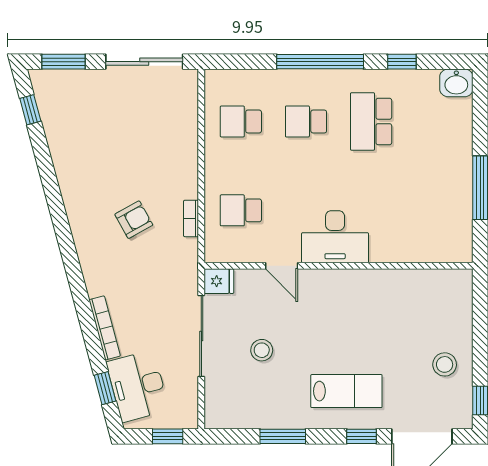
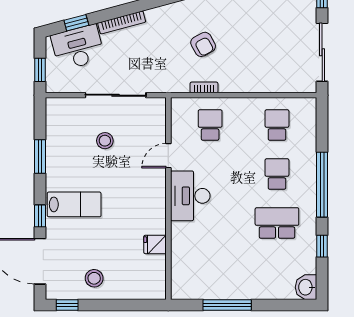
fridge: (219, 281) -> (155, 244), moved, turned 90
lab bench: (346, 391) -> (74, 204), turned -90

